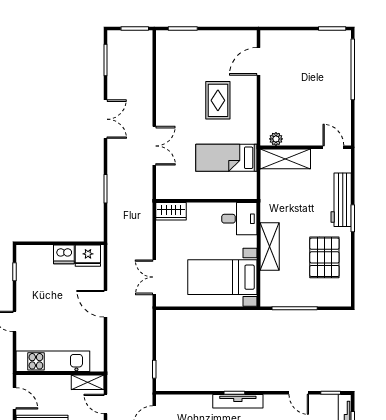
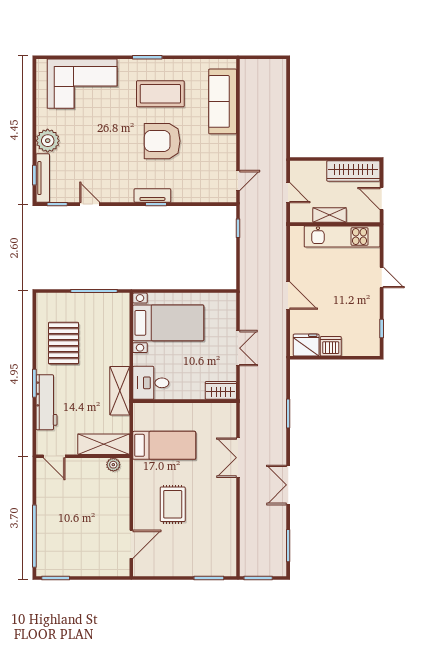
shelving: (270, 246) -> (120, 391), moved
double door: (154, 277) -> (238, 348), moved
shelving: (88, 382) -> (330, 215), moved
tv unit: (238, 401) -> (152, 196), width x0.71

